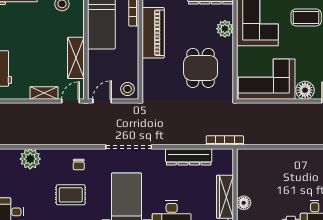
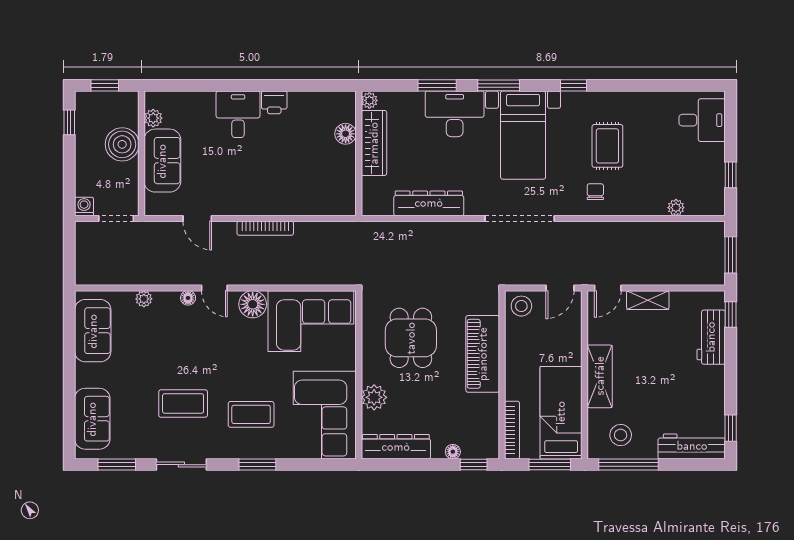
piano: (153, 33) -> (483, 354), moved
shelving: (76, 58) -> (600, 376), moved
bookcase: (225, 140) -> (265, 228), moved
plant: (30, 159) -> (676, 208), width x0.53, depth x0.53
rug: (71, 195) -> (607, 146), turned 90

